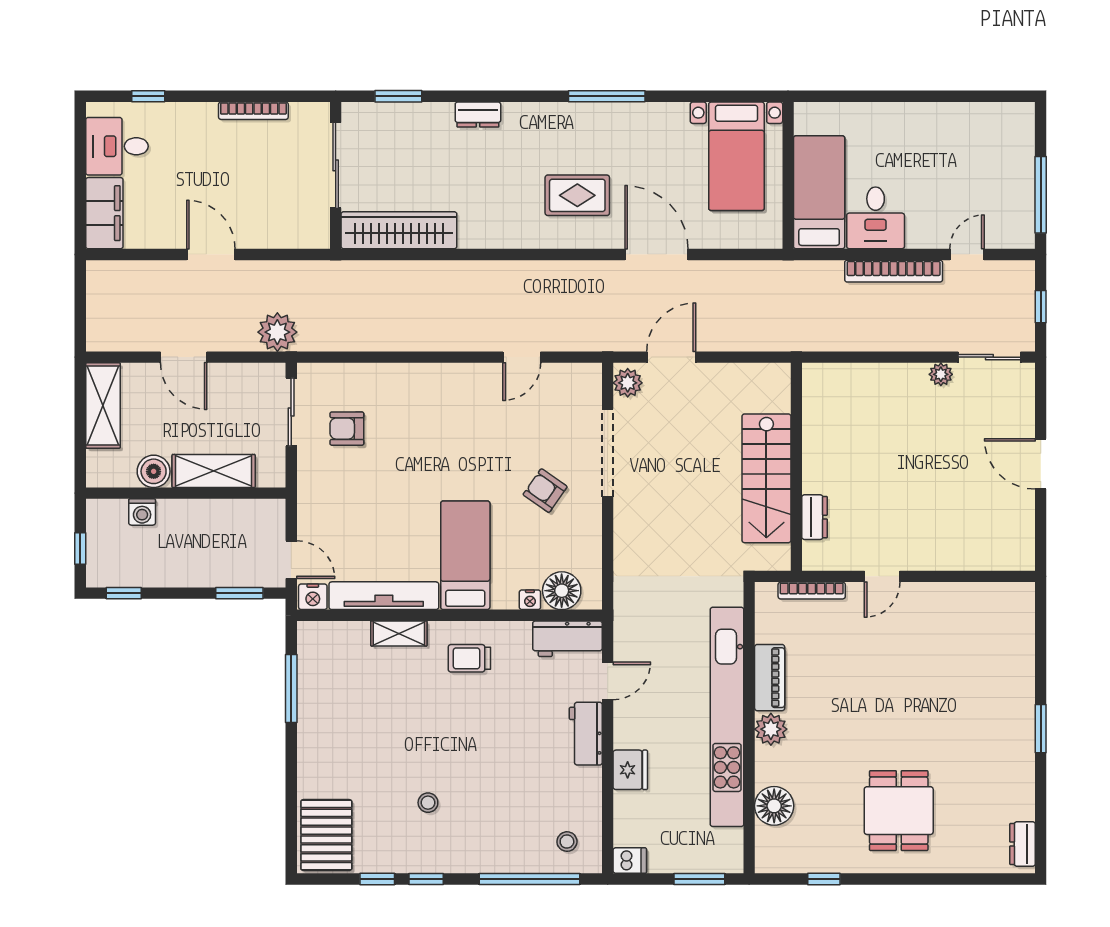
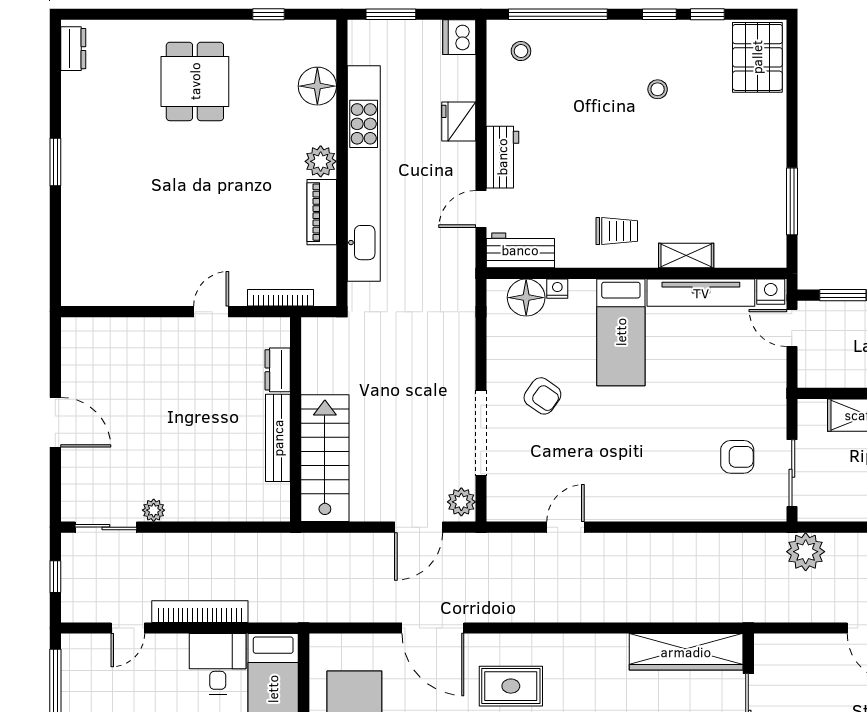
bench: (814, 448) -> (278, 438), added
stairs: (766, 478) -> (325, 458), moved
dishwasher: (630, 861) -> (459, 37), width x1.38

